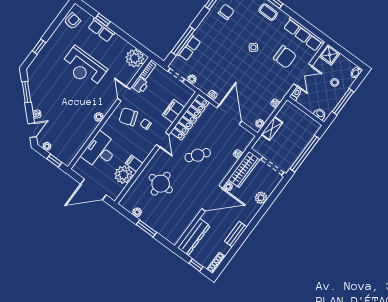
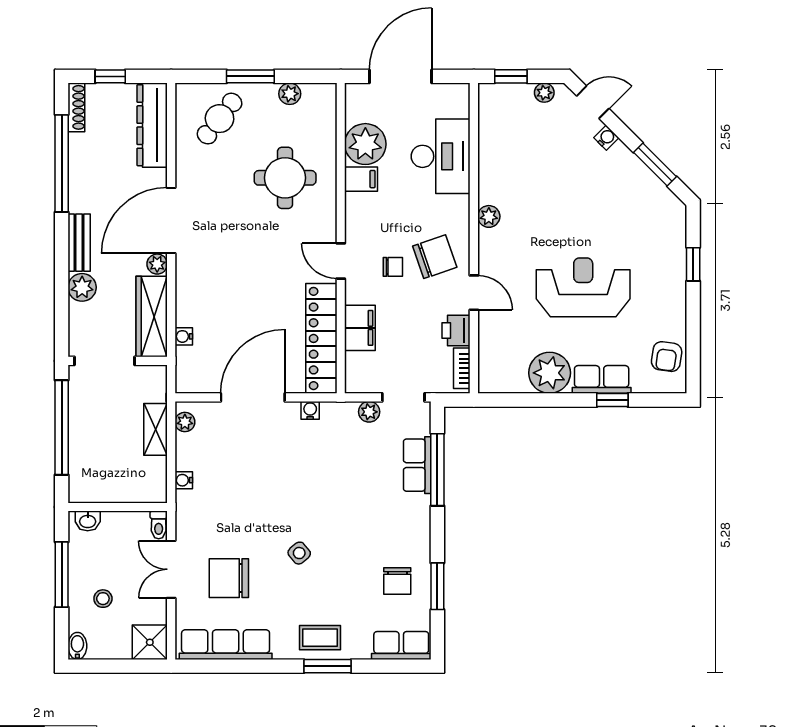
plant: (135, 58) -> (550, 373), moved
door: (229, 115) -> (253, 397), swing flipped
door: (32, 130) -> (593, 102), swing flipped
cafe table: (198, 155) -> (220, 119), moved
bench: (236, 234) -> (79, 243), moved
window: (236, 247) -> (62, 163), added

